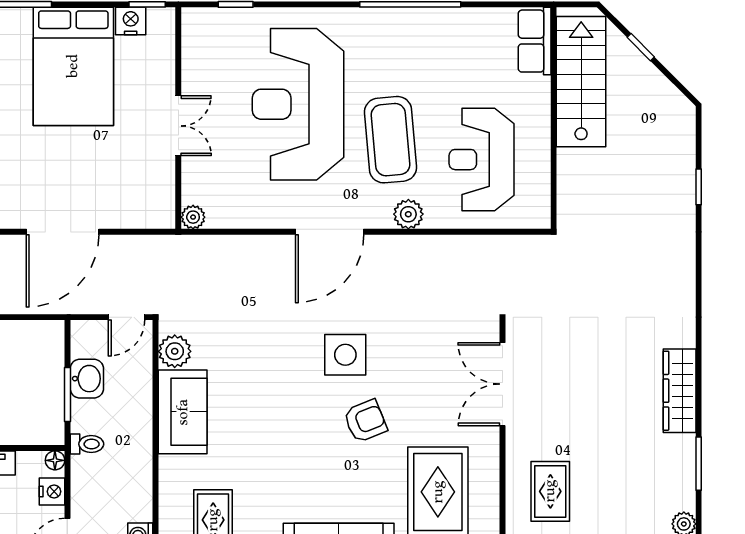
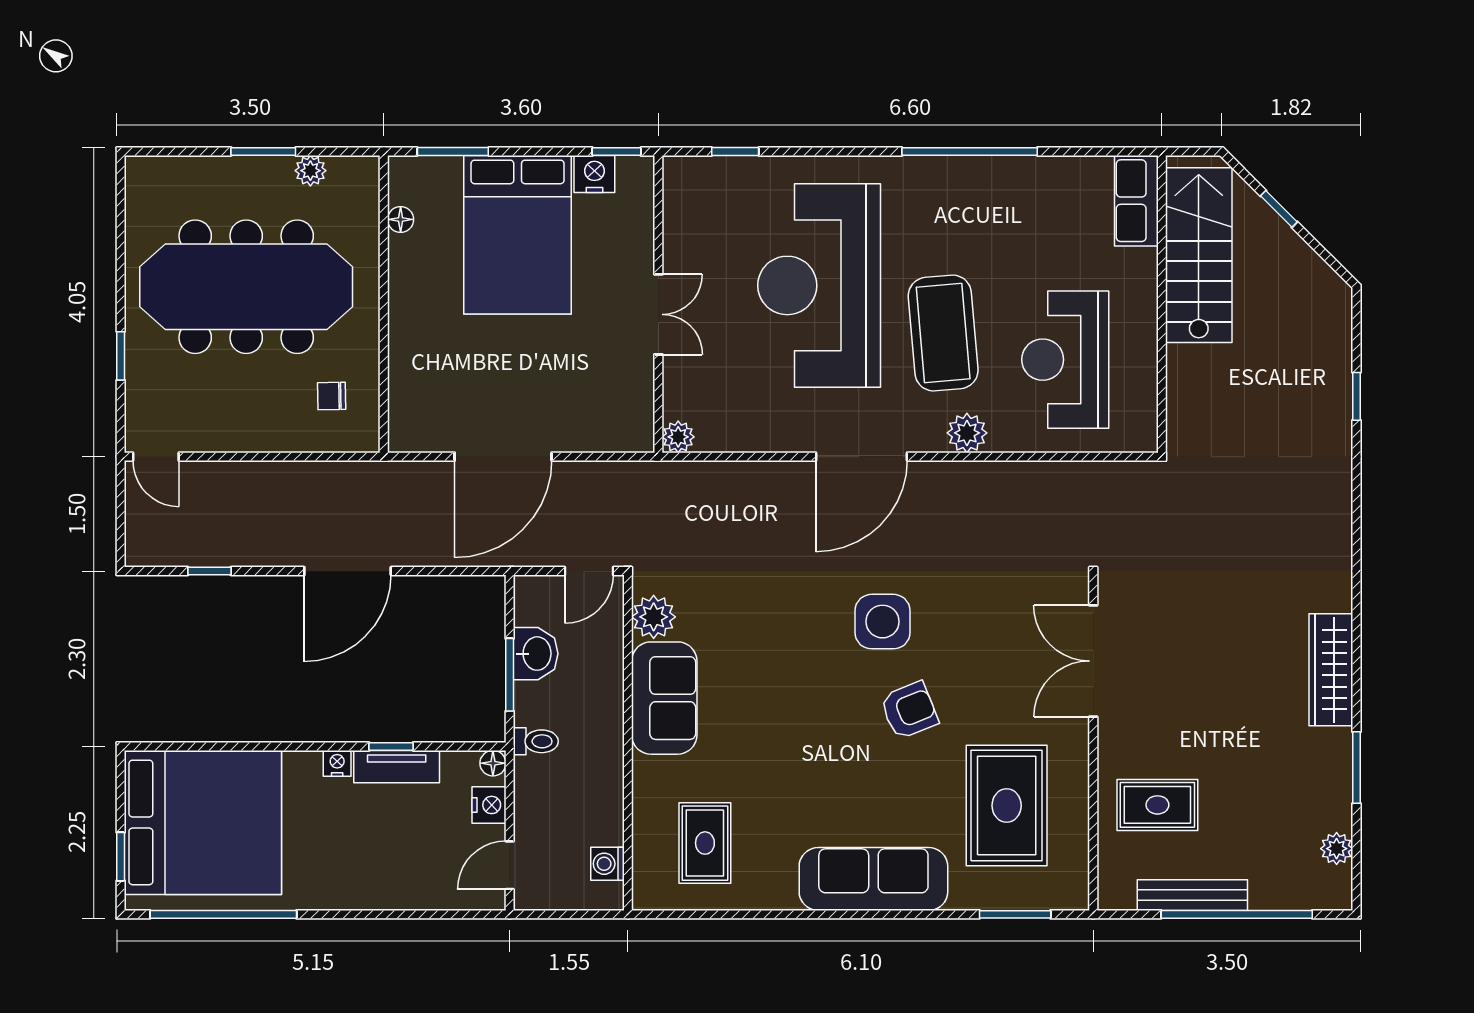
rug: (550, 491) -> (1157, 805), turned 90

